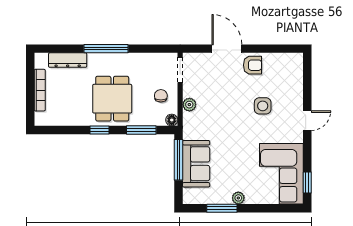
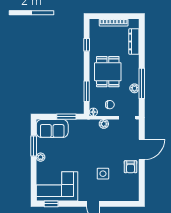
window: (106, 49) -> (142, 83), moved
plant: (137, 59) -> (134, 88), added
dining table: (112, 99) -> (108, 72), turned 90
window: (100, 130) -> (87, 45), moved
window: (179, 160) -> (66, 117), width x0.69
sofa: (196, 164) -> (52, 129), moved

